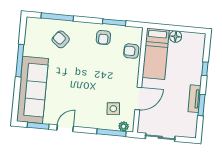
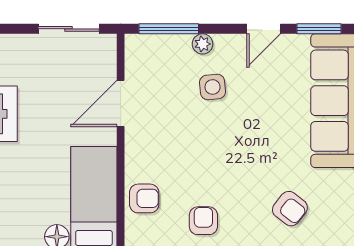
side table: (113, 109) -> (213, 87), moved
plant: (124, 126) -> (203, 44), moved

